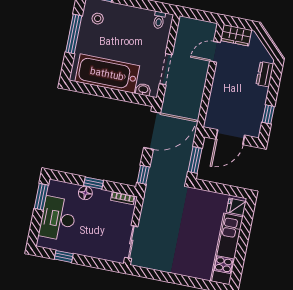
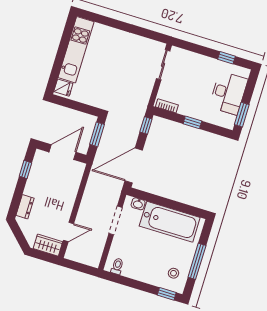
floor lamp: (85, 193) -> (201, 114), removed

